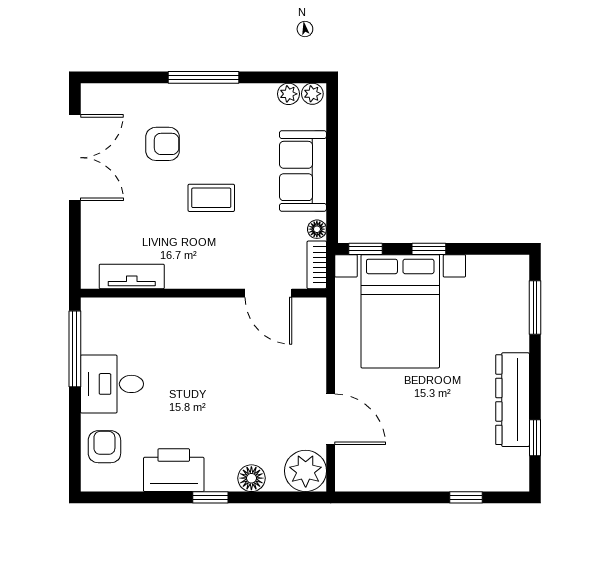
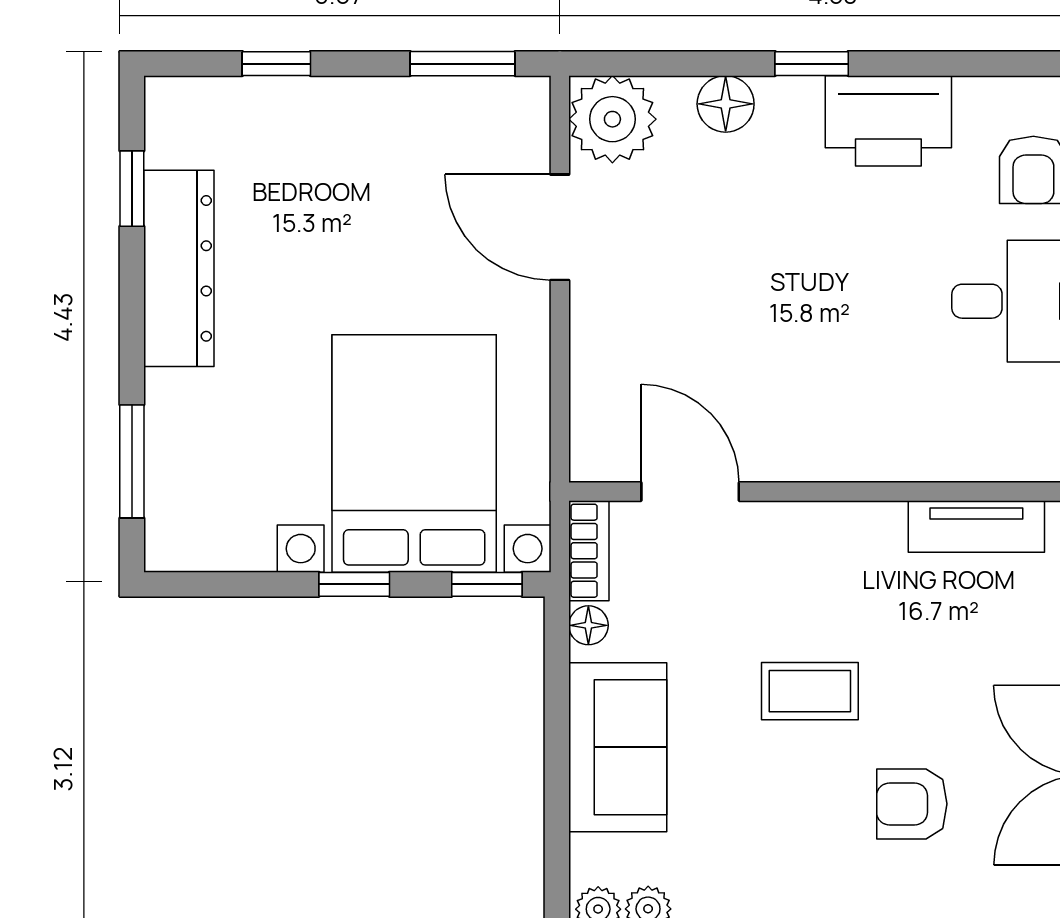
window: (377, 497) -> (463, 64), added

